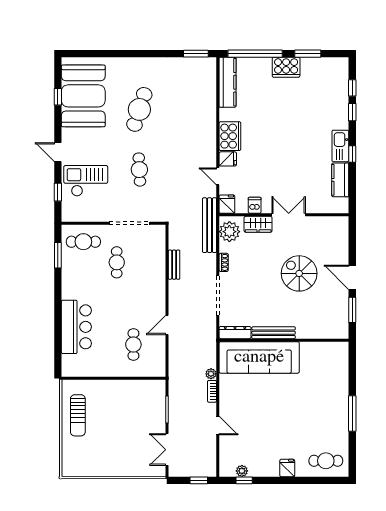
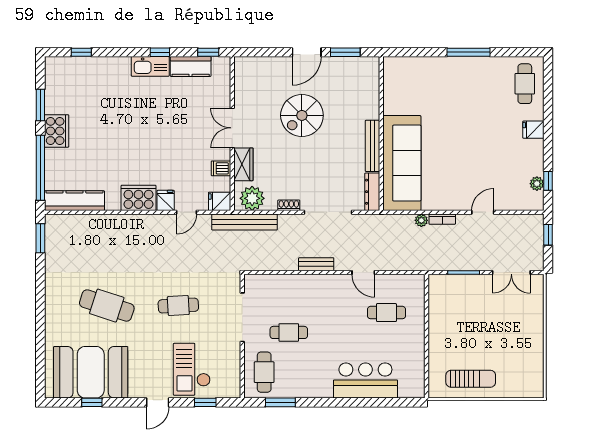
window: (352, 112) -> (208, 52), moved
bench: (174, 265) -> (316, 264), moved

